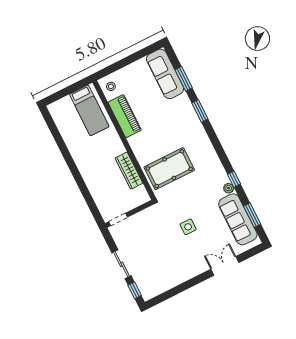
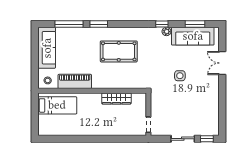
sofa: (165, 74) -> (47, 48), moved, turned -90
window: (184, 79) -> (69, 24), width x1.44
pool table: (169, 169) -> (119, 51), moved, turned 90

